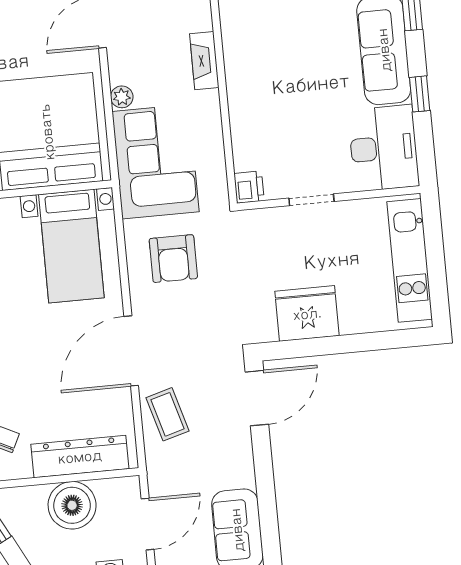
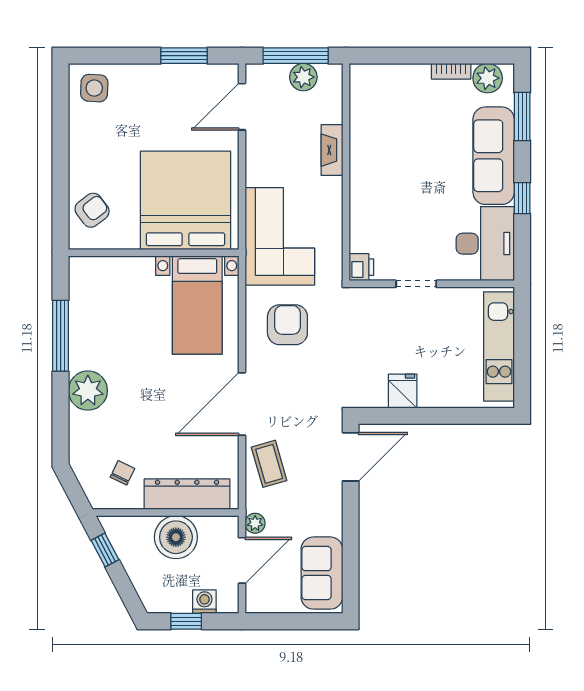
plant: (122, 97) -> (255, 523), moved
armchair: (173, 259) -> (287, 325), turned 180
fridge: (307, 314) -> (403, 391), width x0.53, depth x0.75

